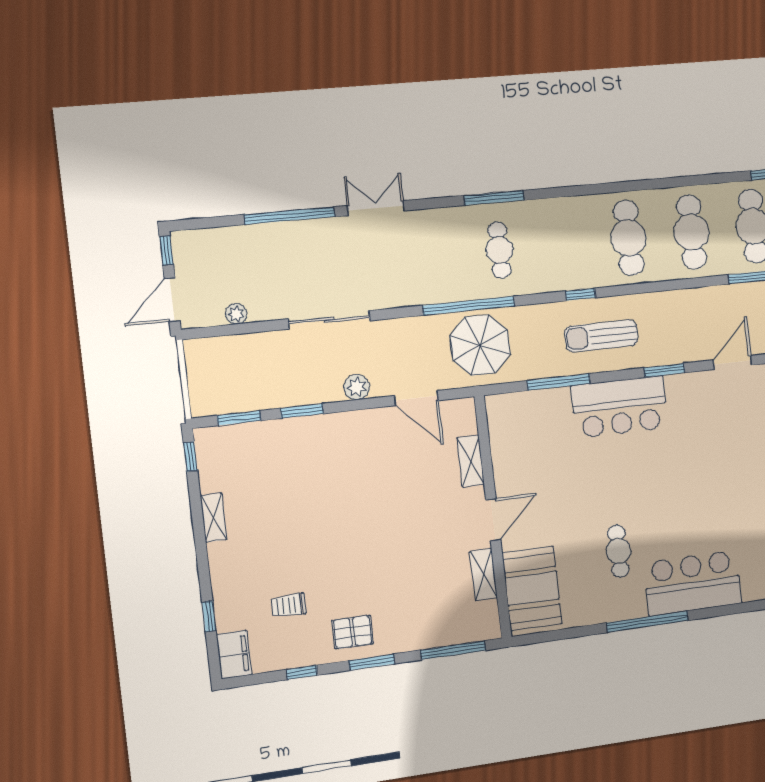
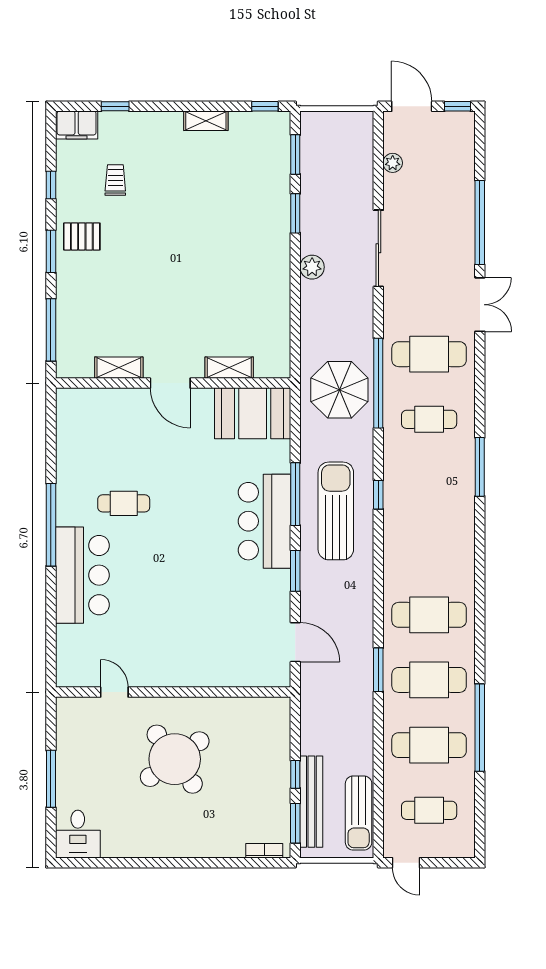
window: (494, 198) -> (480, 467), moved
cafe table: (629, 238) -> (429, 354), moved
sun lounger: (601, 336) -> (336, 511), width x1.36, depth x1.34
window: (559, 382) -> (295, 494), moved
door: (416, 398) -> (295, 322), removed
booth: (532, 588) -> (253, 413), moved
pallet: (353, 632) -> (82, 236), turned 90

